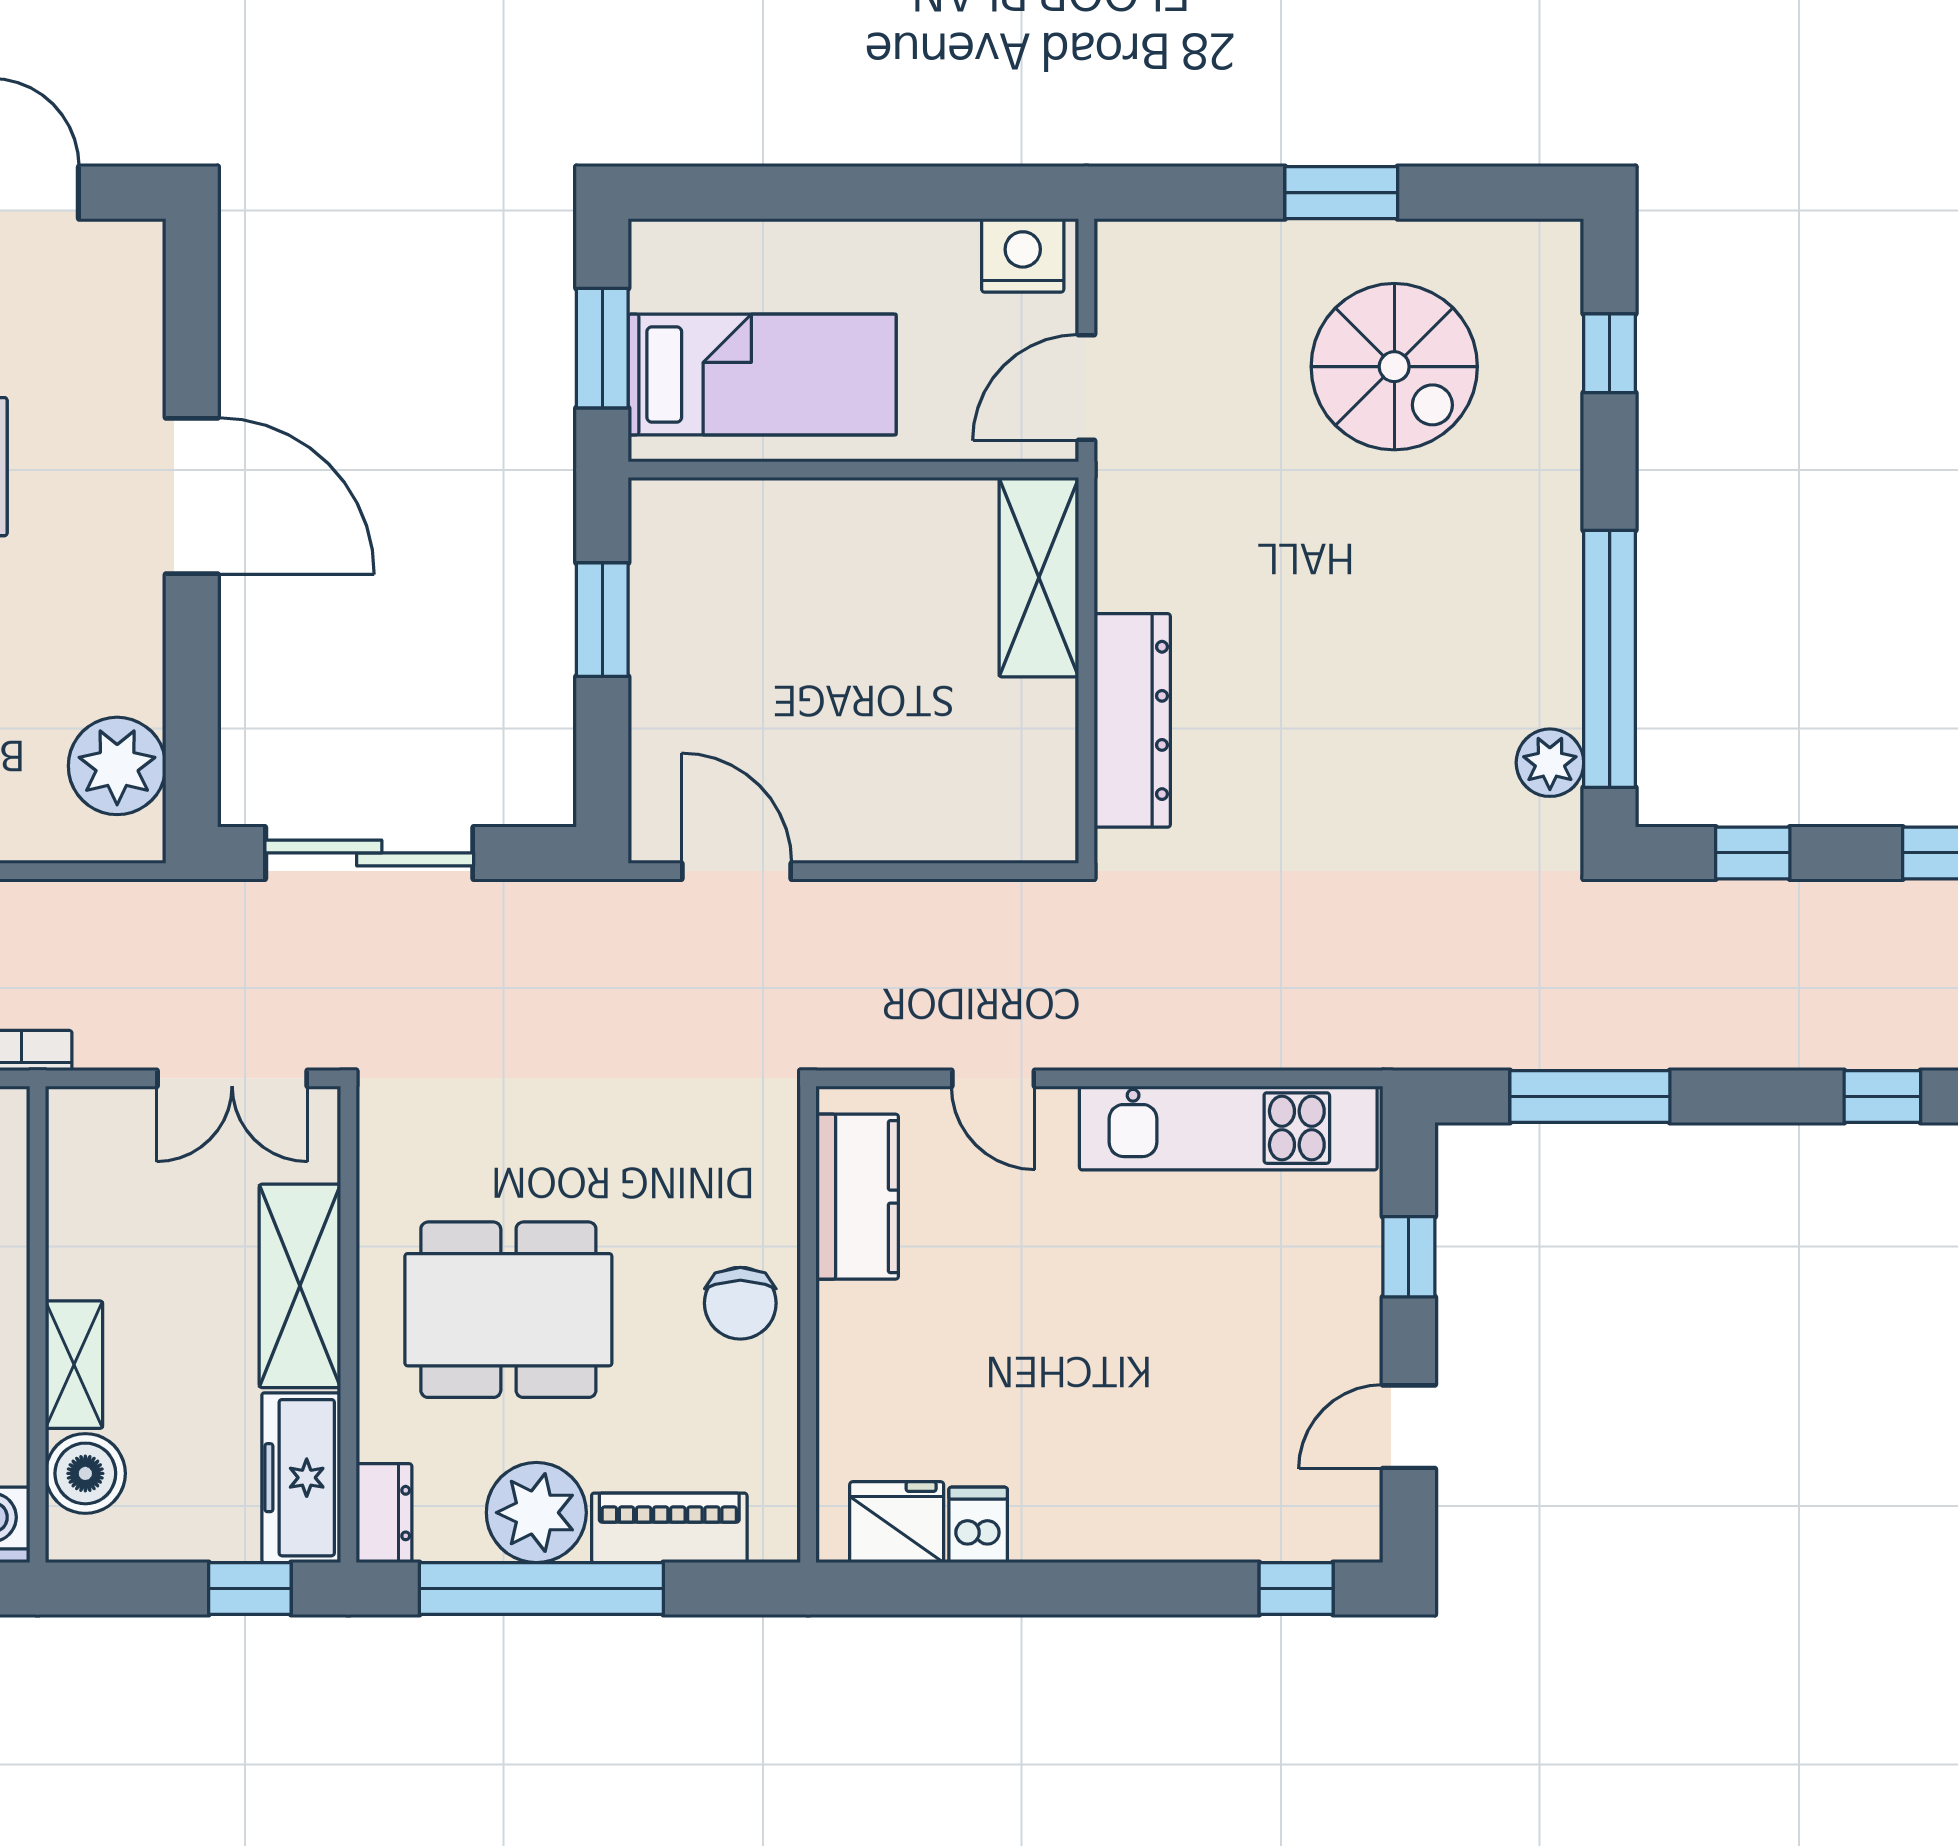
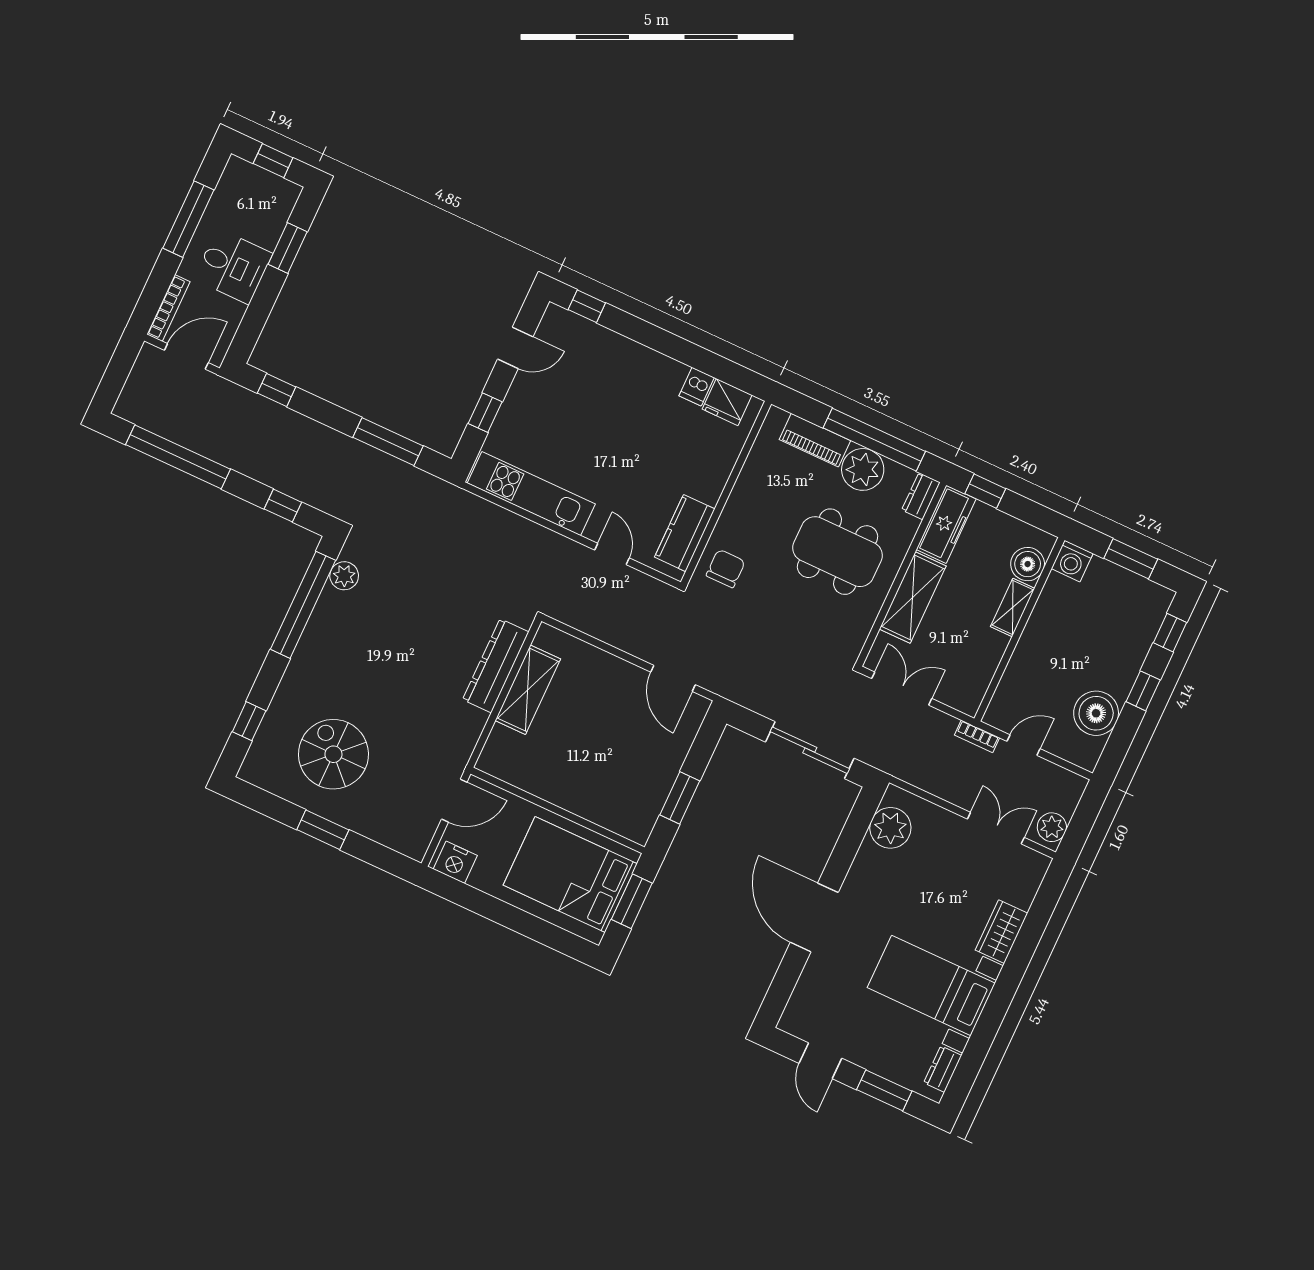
bed: (762, 374) -> (570, 874), width x1.50
shelving: (1039, 578) -> (528, 690), moved
chair: (740, 1303) -> (726, 568), moved

